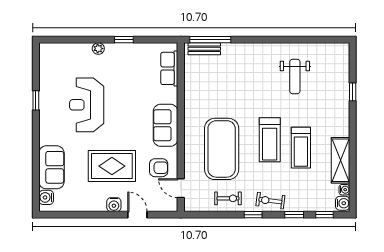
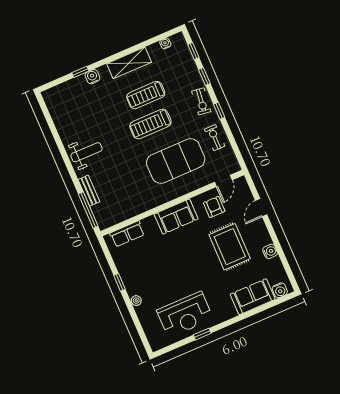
bench: (204, 49) -> (89, 191), moved
weight bench: (295, 76) -> (86, 152), moved
reception desk: (87, 105) -> (185, 314), moved
treadmill: (270, 140) -> (150, 124), turned 180
treadmill: (301, 148) -> (146, 95), turned 180
shelving: (341, 160) -> (129, 63), moved
water cooler: (343, 203) -> (92, 77), moved
water cooler: (114, 205) -> (270, 251), moved

